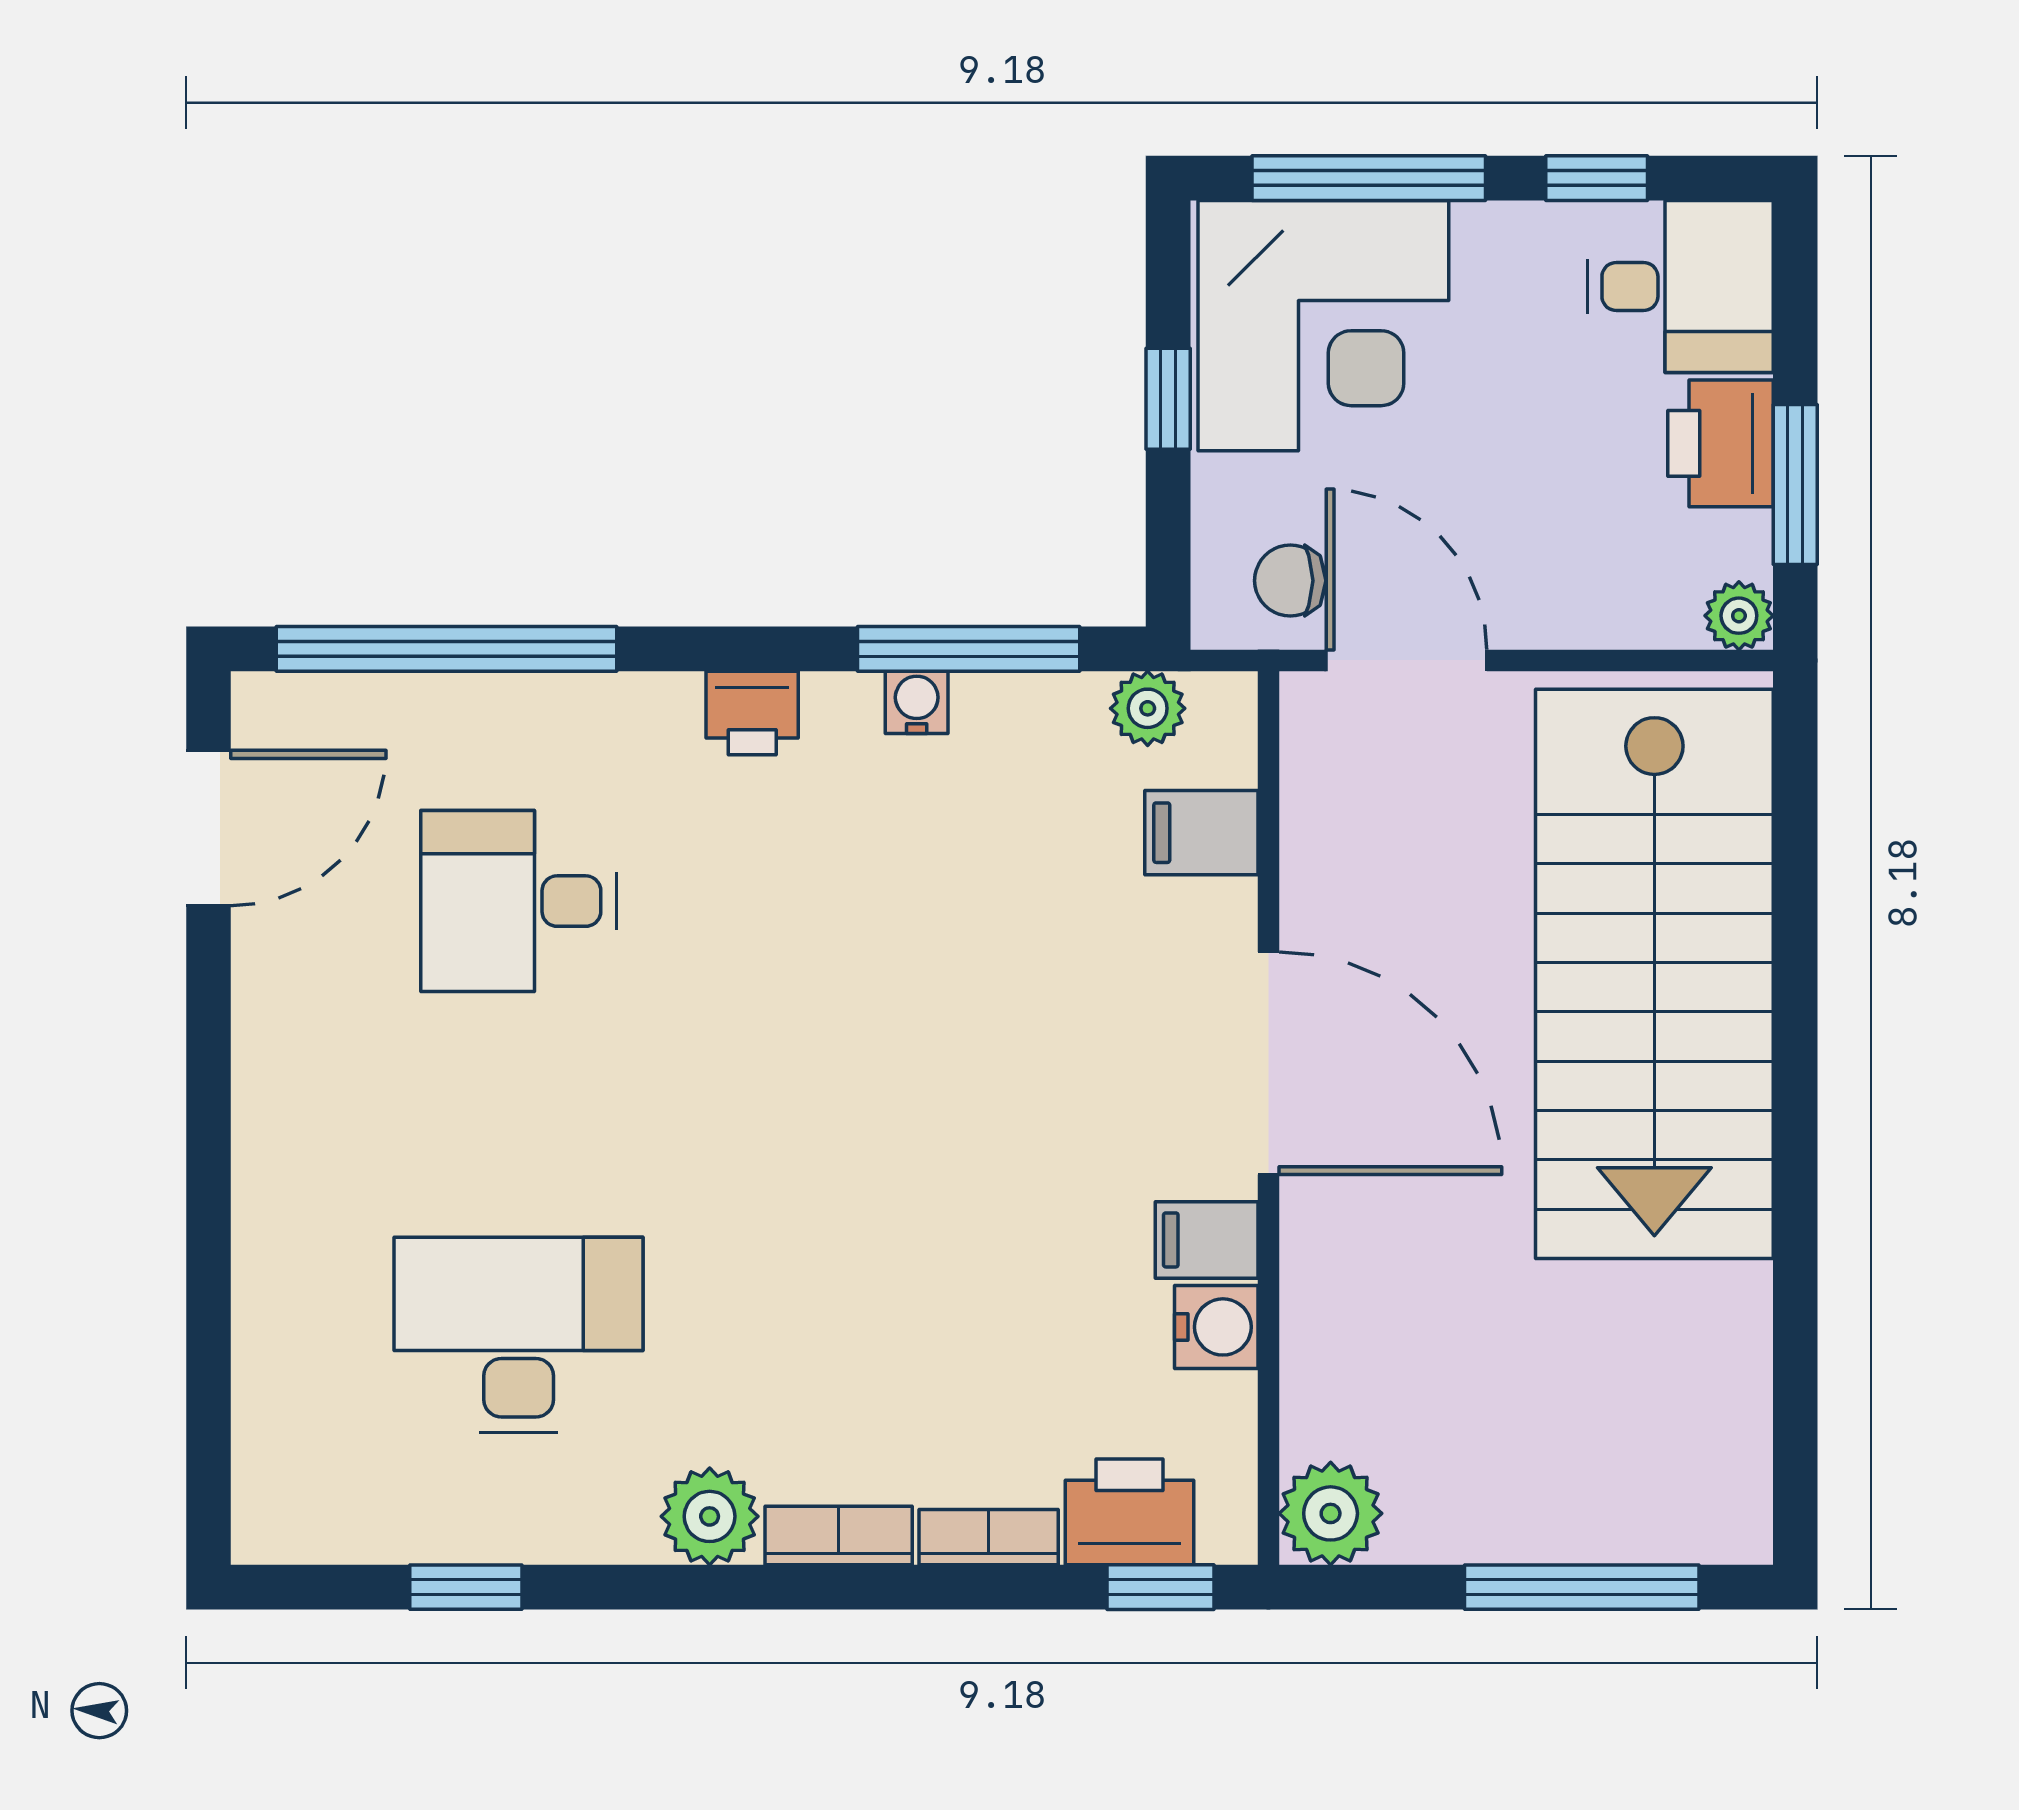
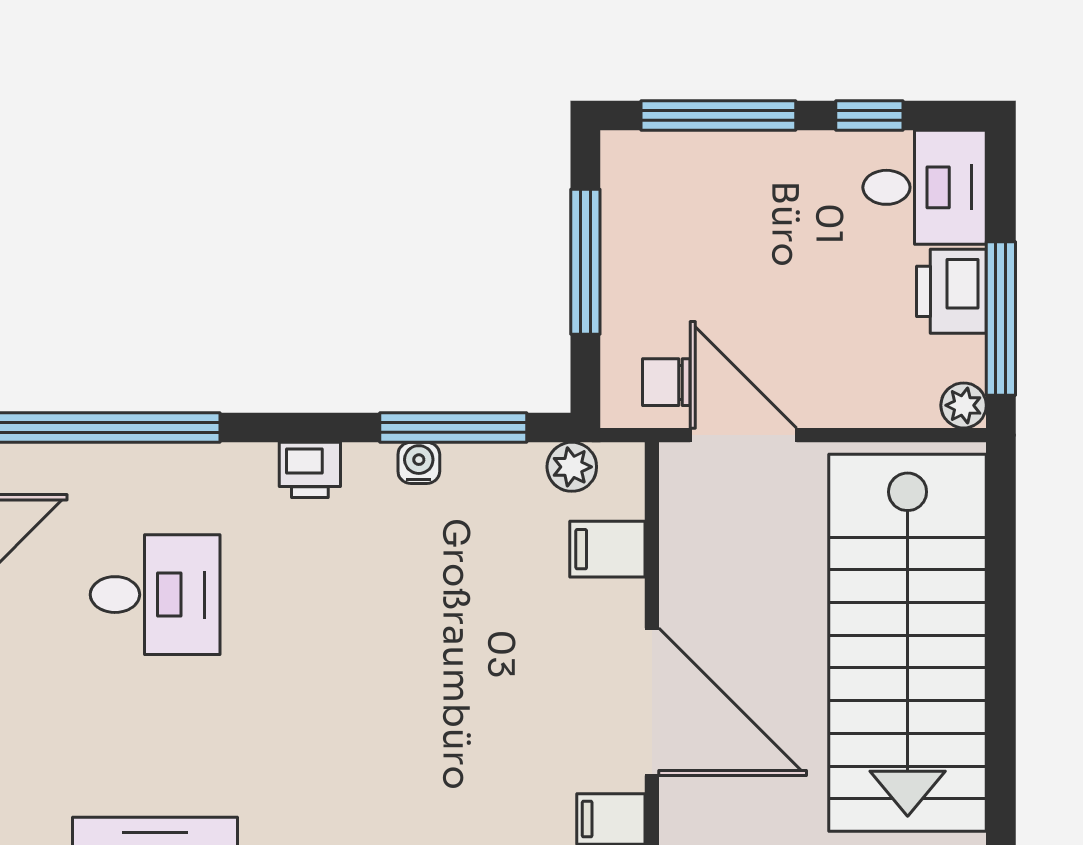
corner desk: (1323, 326) -> (688, 213), removed
window: (1168, 399) -> (585, 262), width x2.17
window: (1795, 484) -> (1001, 319), width x1.44
desk: (519, 901) -> (155, 595), turned 180

